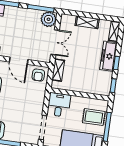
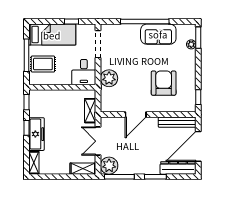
shelving: (87, 22) -> (83, 169), moved
door: (19, 61) -> (136, 115), swing flipped
armchair: (38, 75) -> (111, 102), removed
plant: (37, 96) -> (109, 78), added

